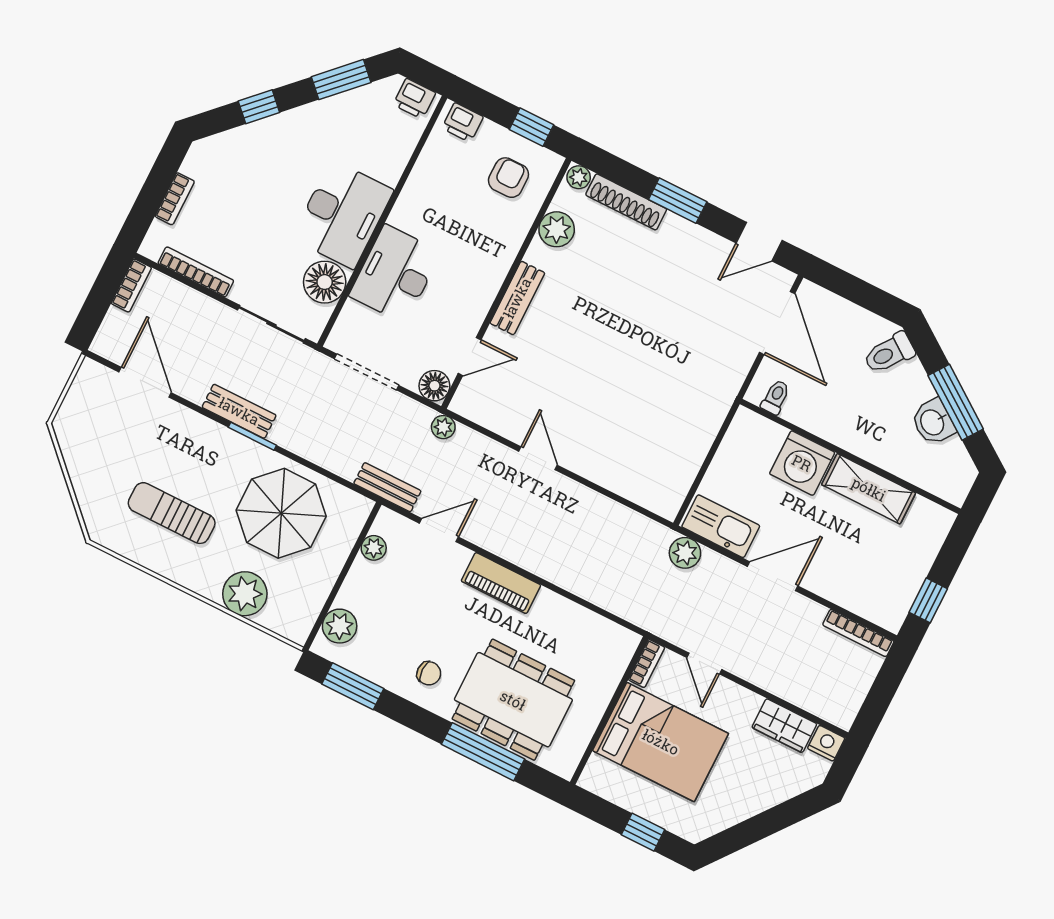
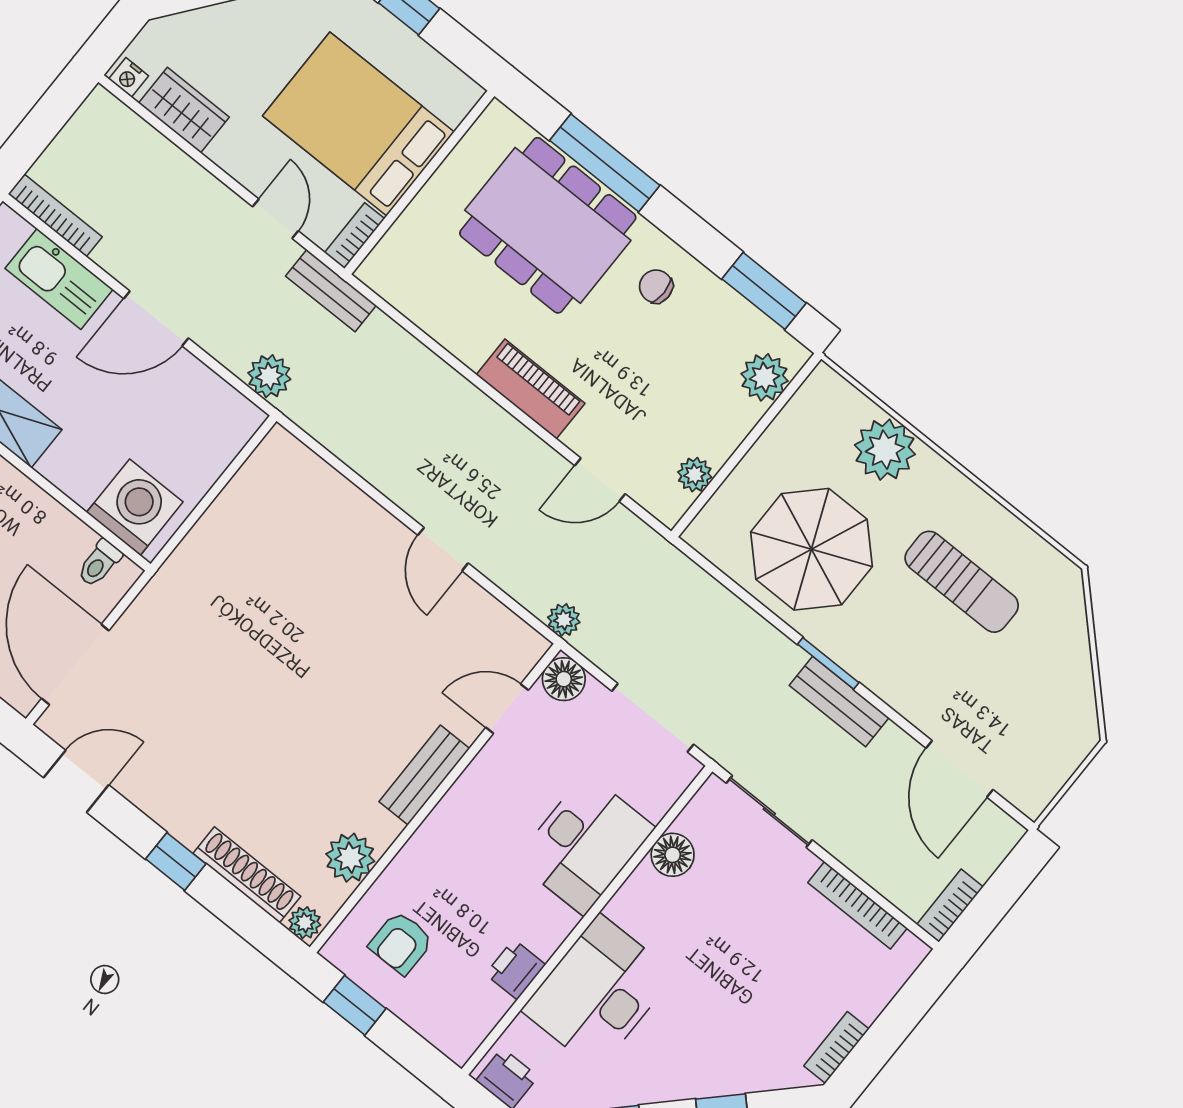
printer: (463, 122) -> (515, 969), moved, turned -90
bookcase: (175, 199) -> (836, 1047), moved
window: (678, 201) -> (176, 861), width x0.67
desk: (343, 214) -> (598, 992), moved
floor lamp: (325, 282) -> (673, 855), width x0.73, depth x0.73
washing machine: (802, 463) -> (135, 507), moved
bench: (387, 487) -> (331, 291), moved
kitchen sink: (721, 526) -> (59, 279), moved
nightstand: (826, 743) -> (129, 77), width x0.72, depth x0.74

